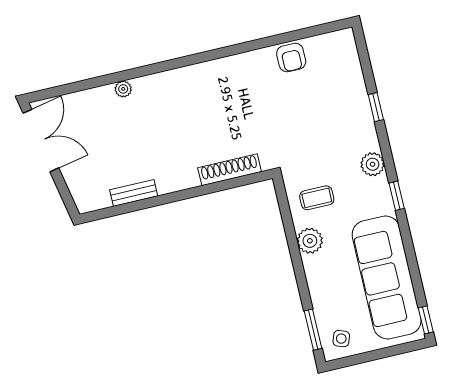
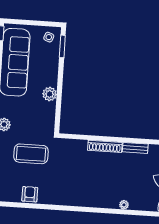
shoe rack: (230, 170) -> (105, 146), moved
coffee table: (317, 198) -> (31, 154), moved, width x1.86, depth x1.72

